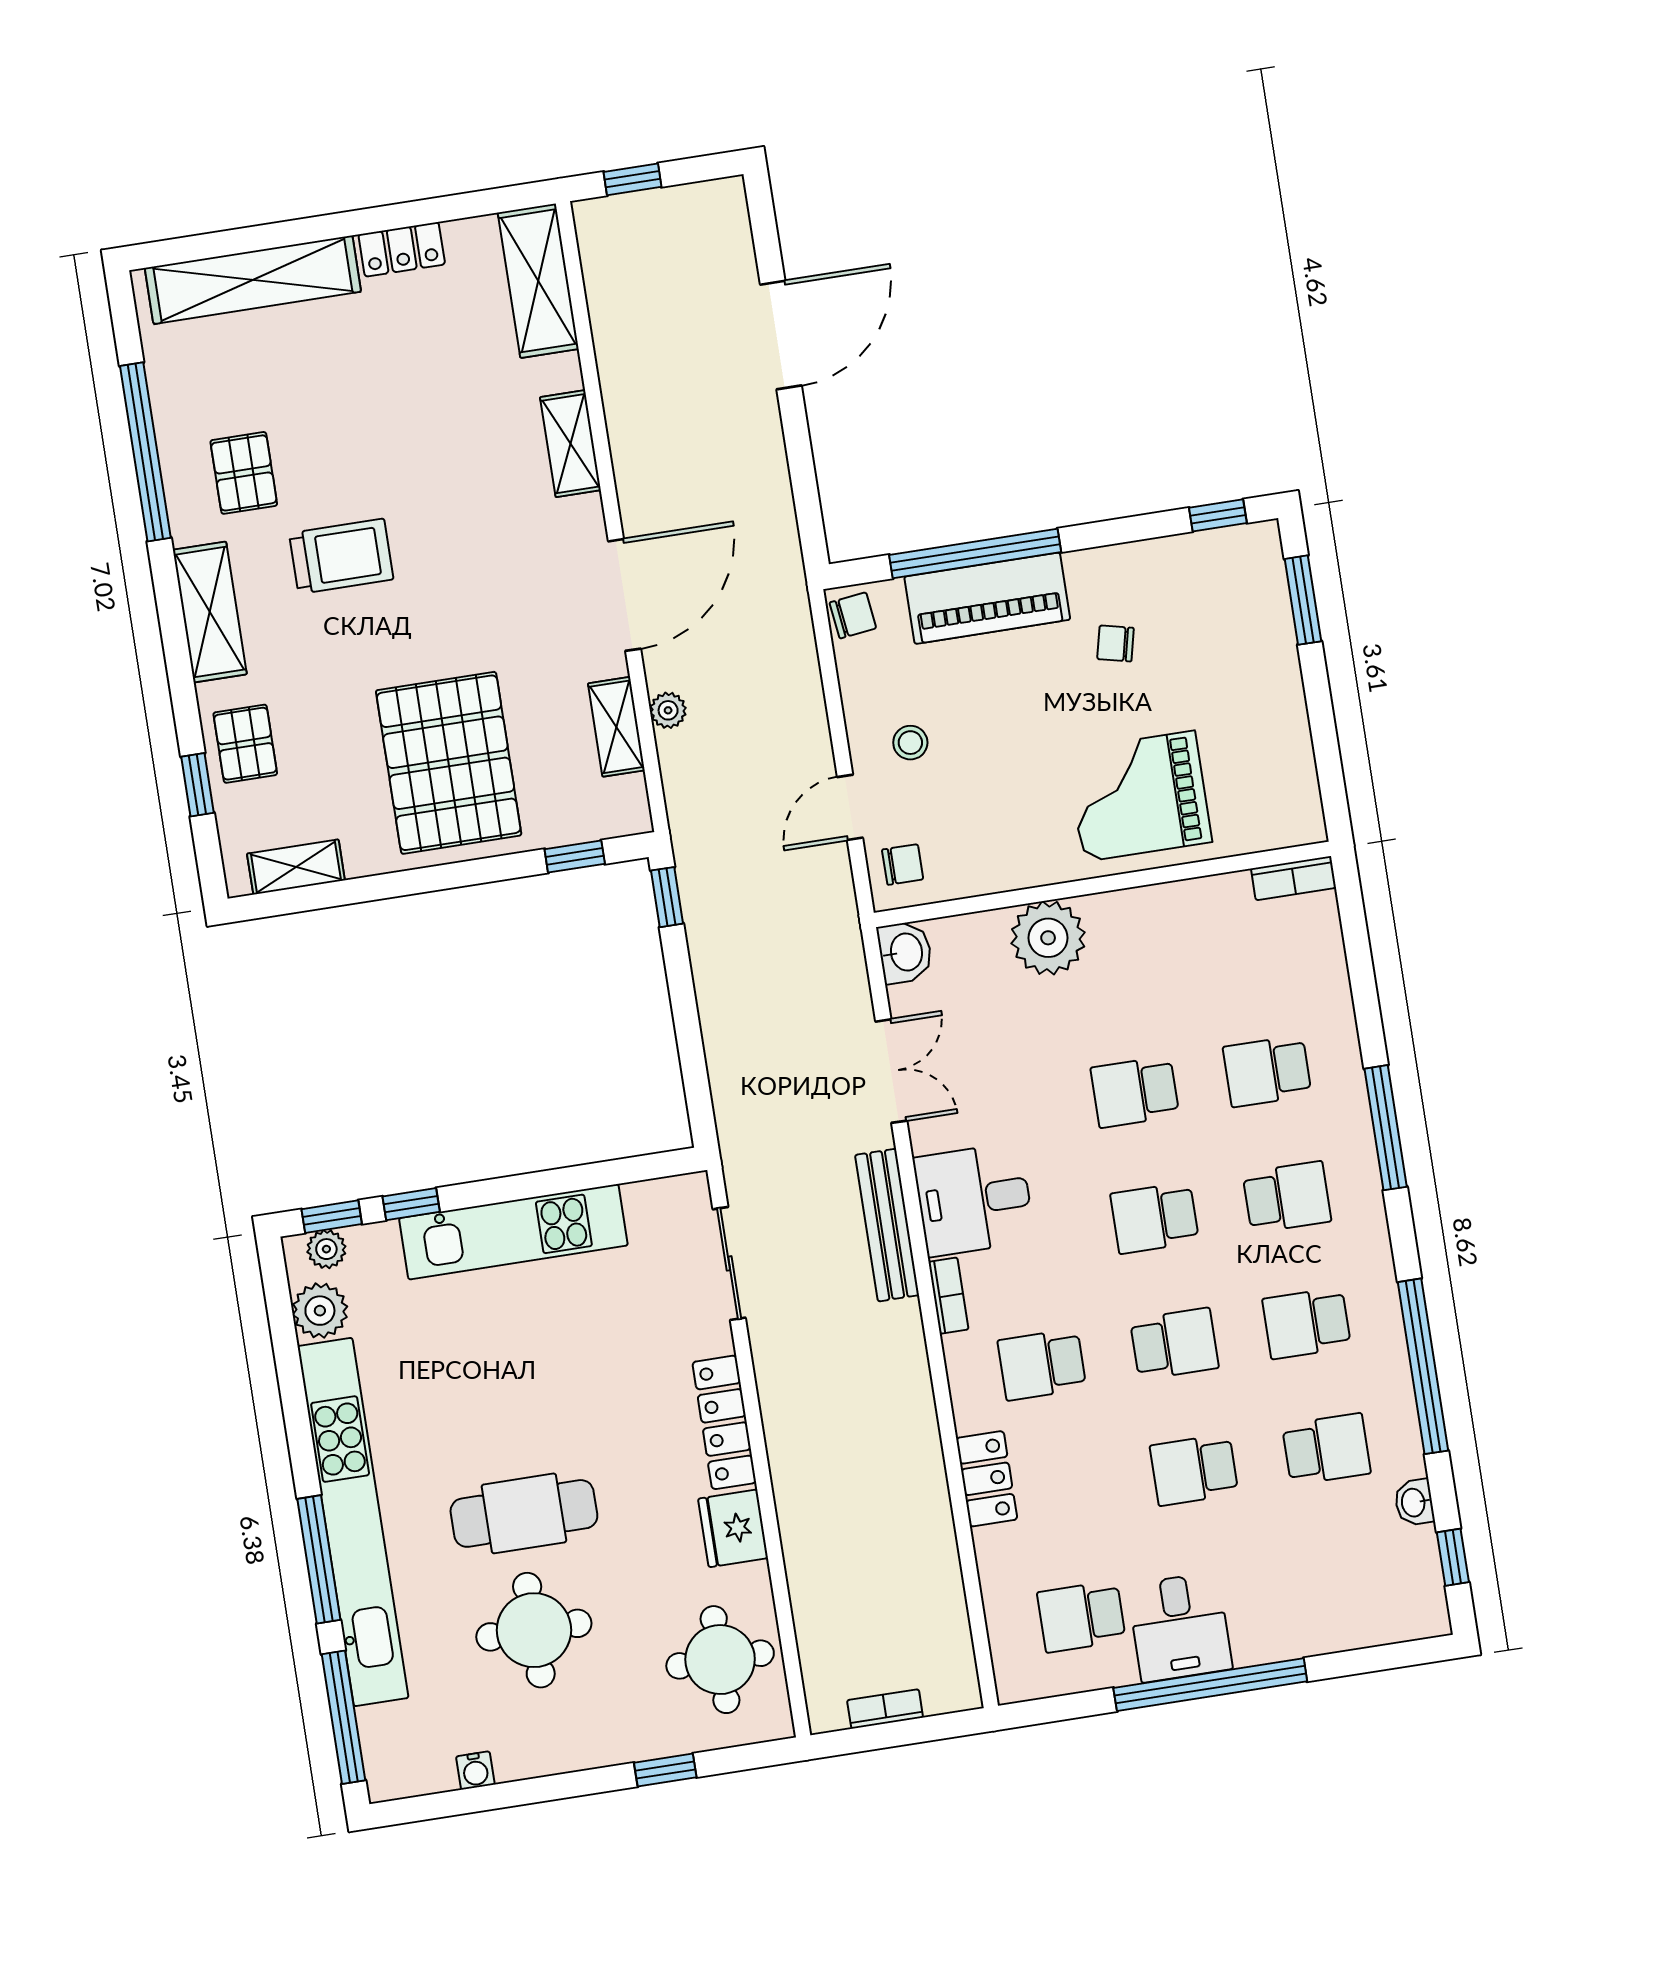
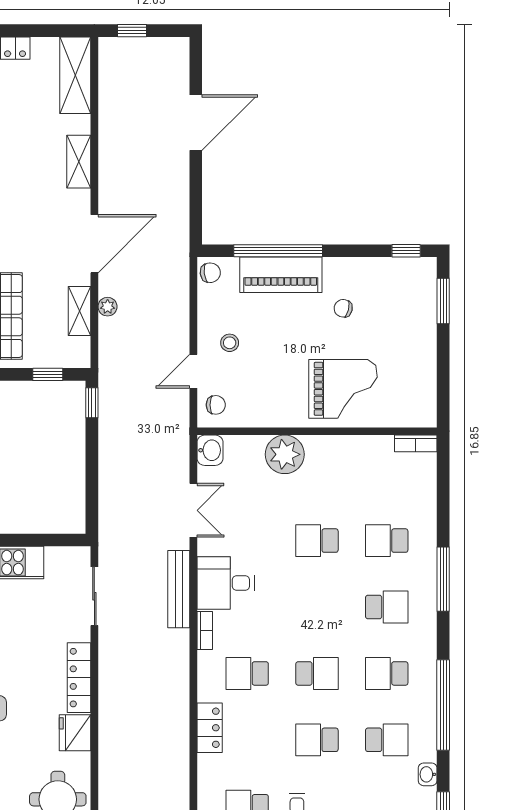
grand piano: (1139, 796) -> (343, 389), turned 180
school desk: (1155, 1218) -> (317, 607), removed

